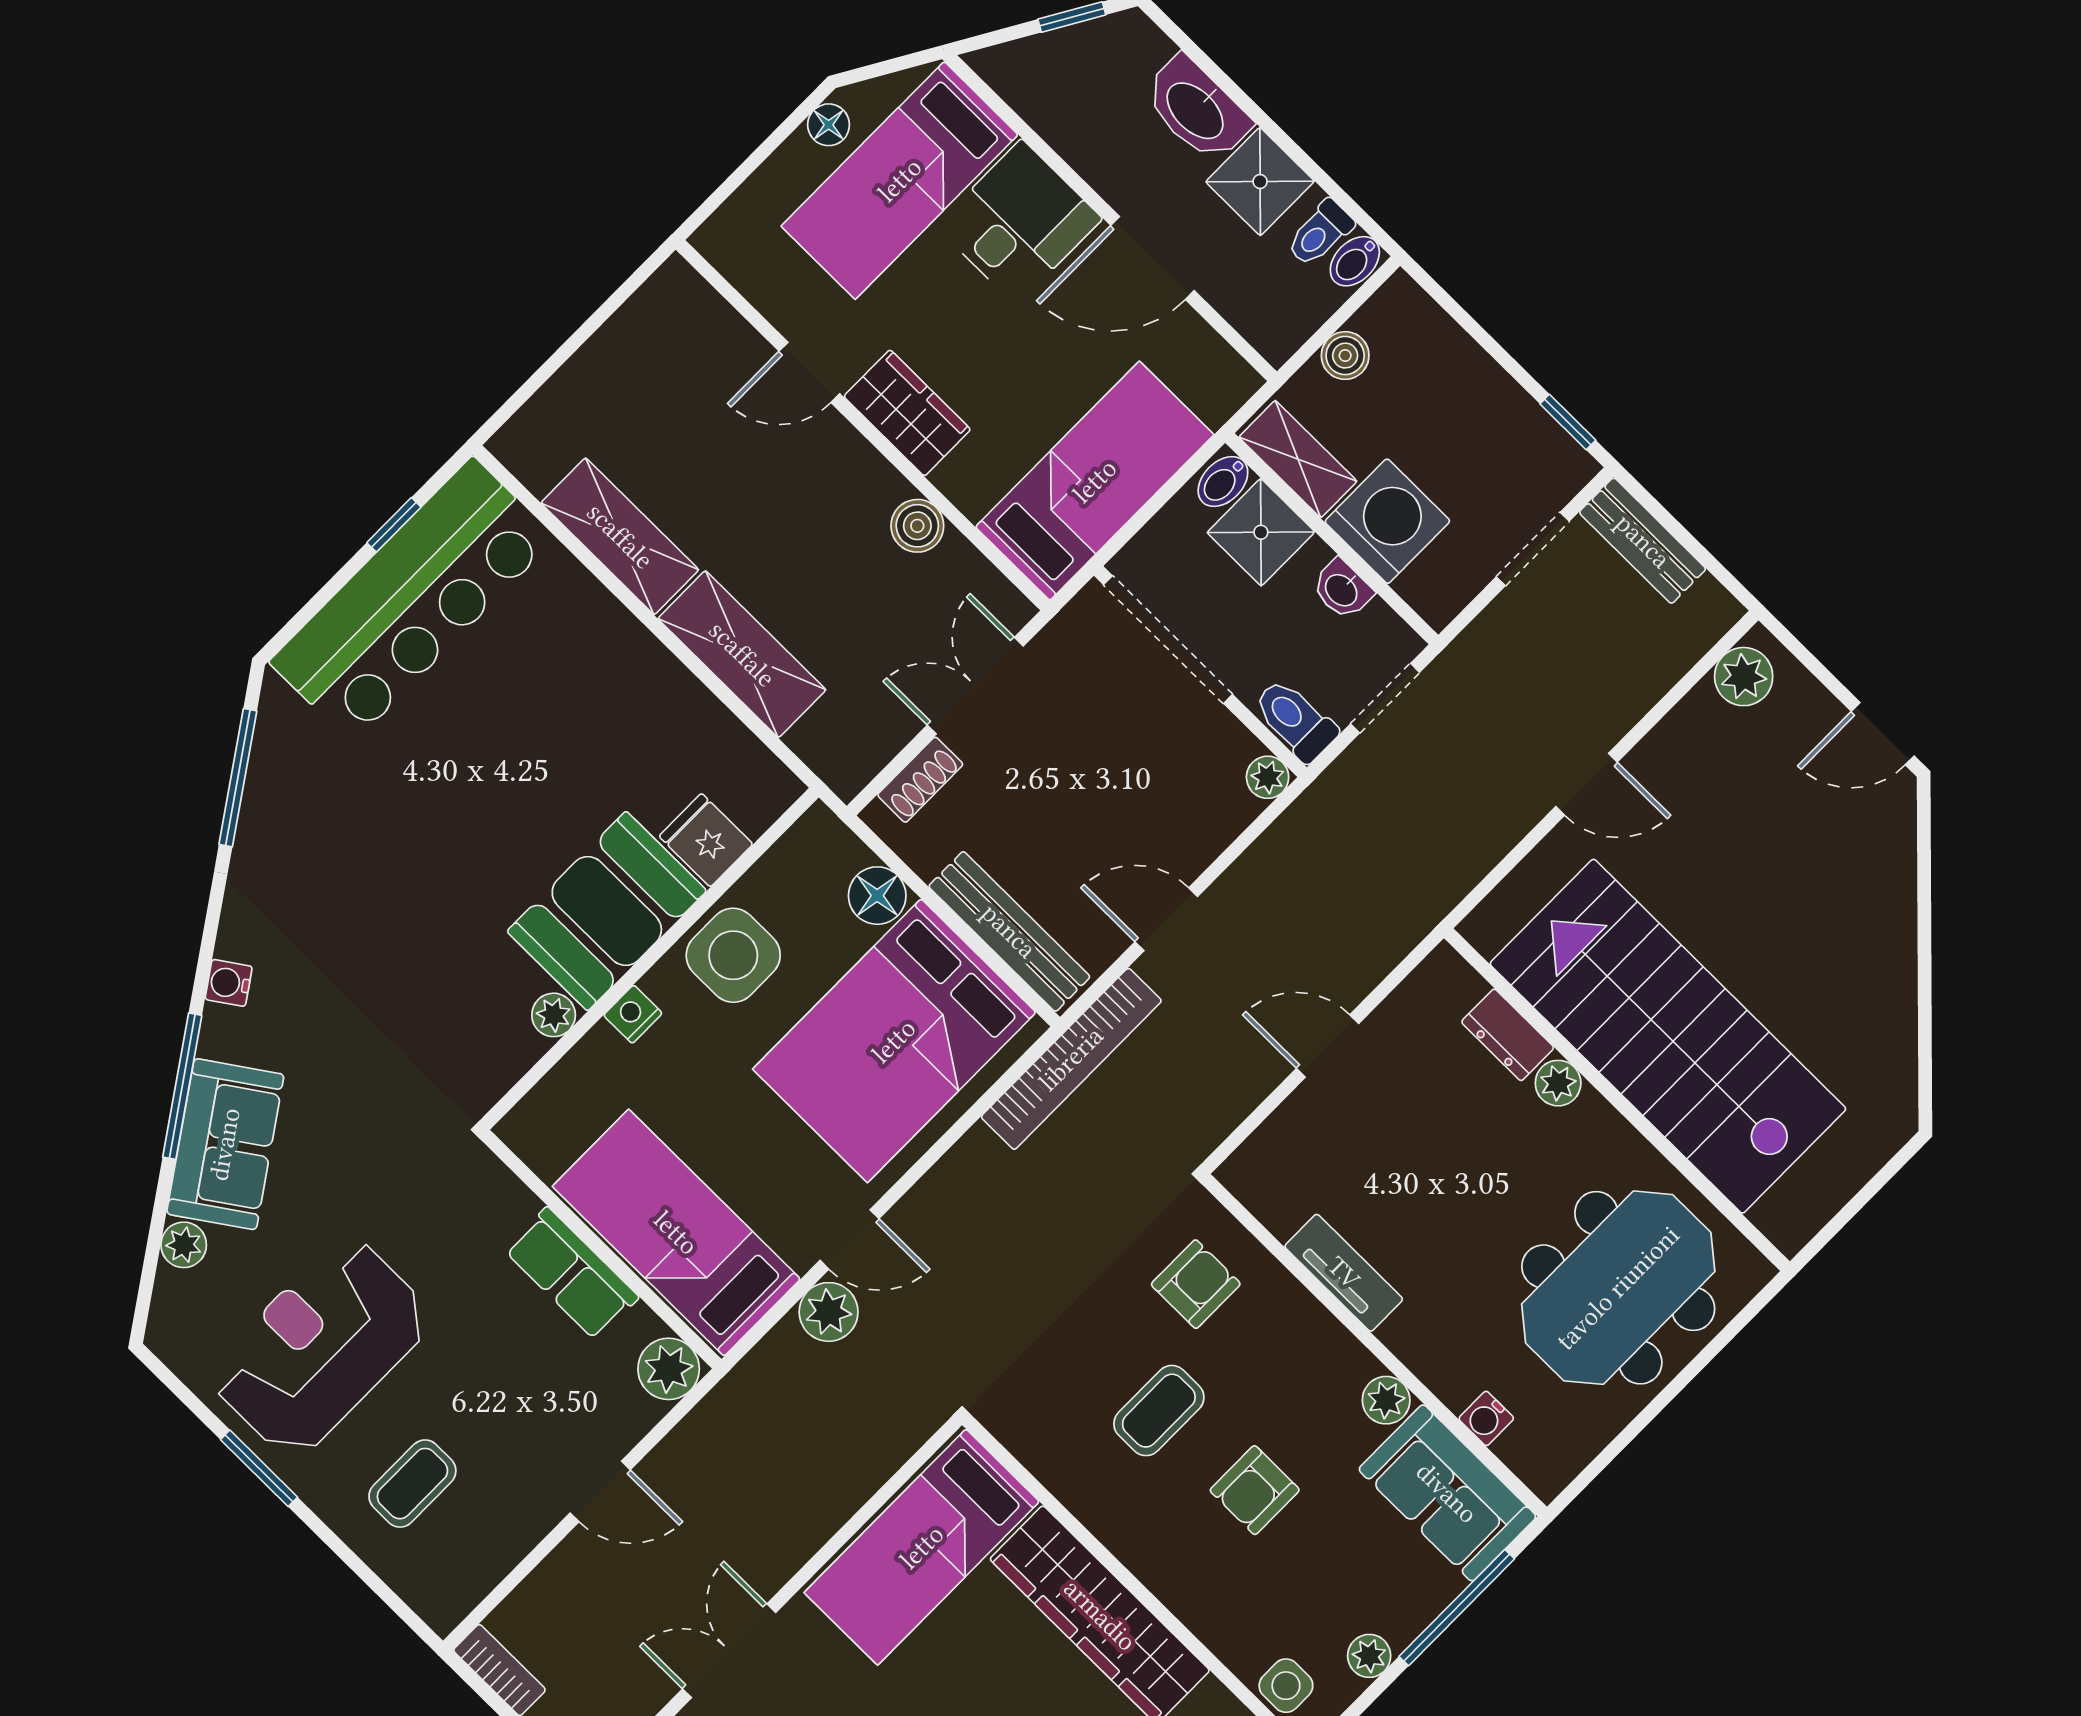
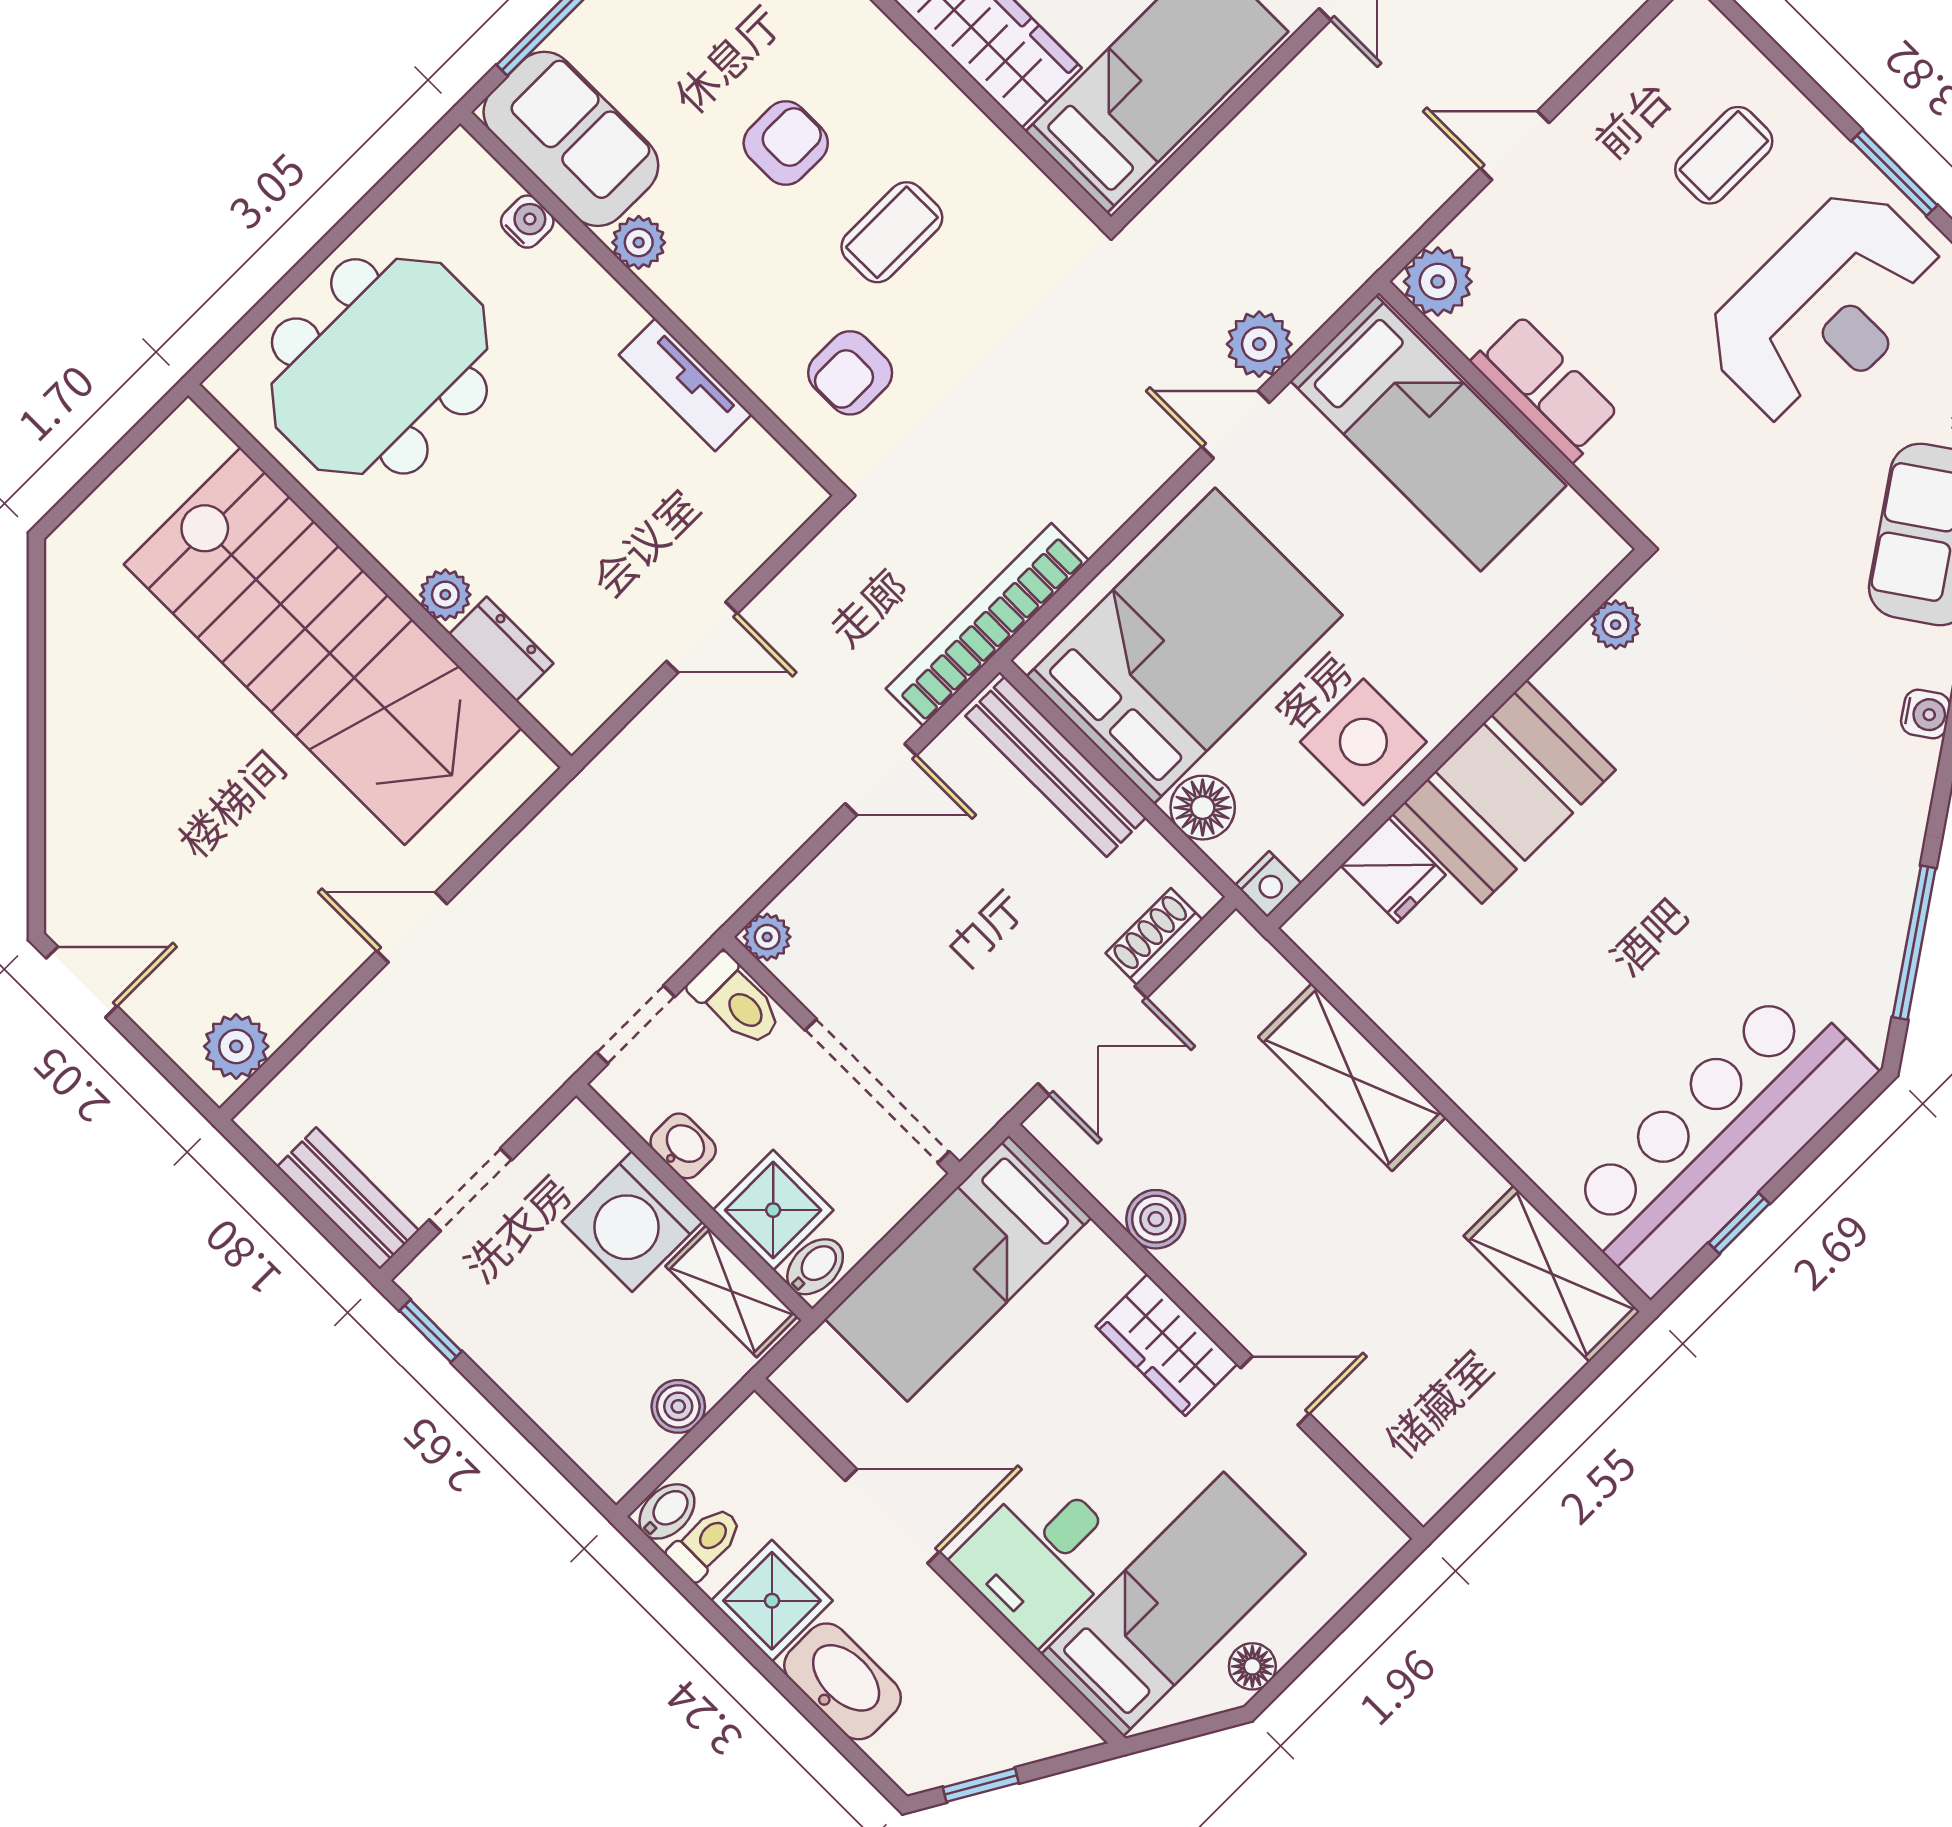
shelving: (620, 536) -> (1552, 1274), moved
nightstand: (633, 1014) -> (1268, 884), moved
plant: (554, 1015) -> (1616, 625), moved

